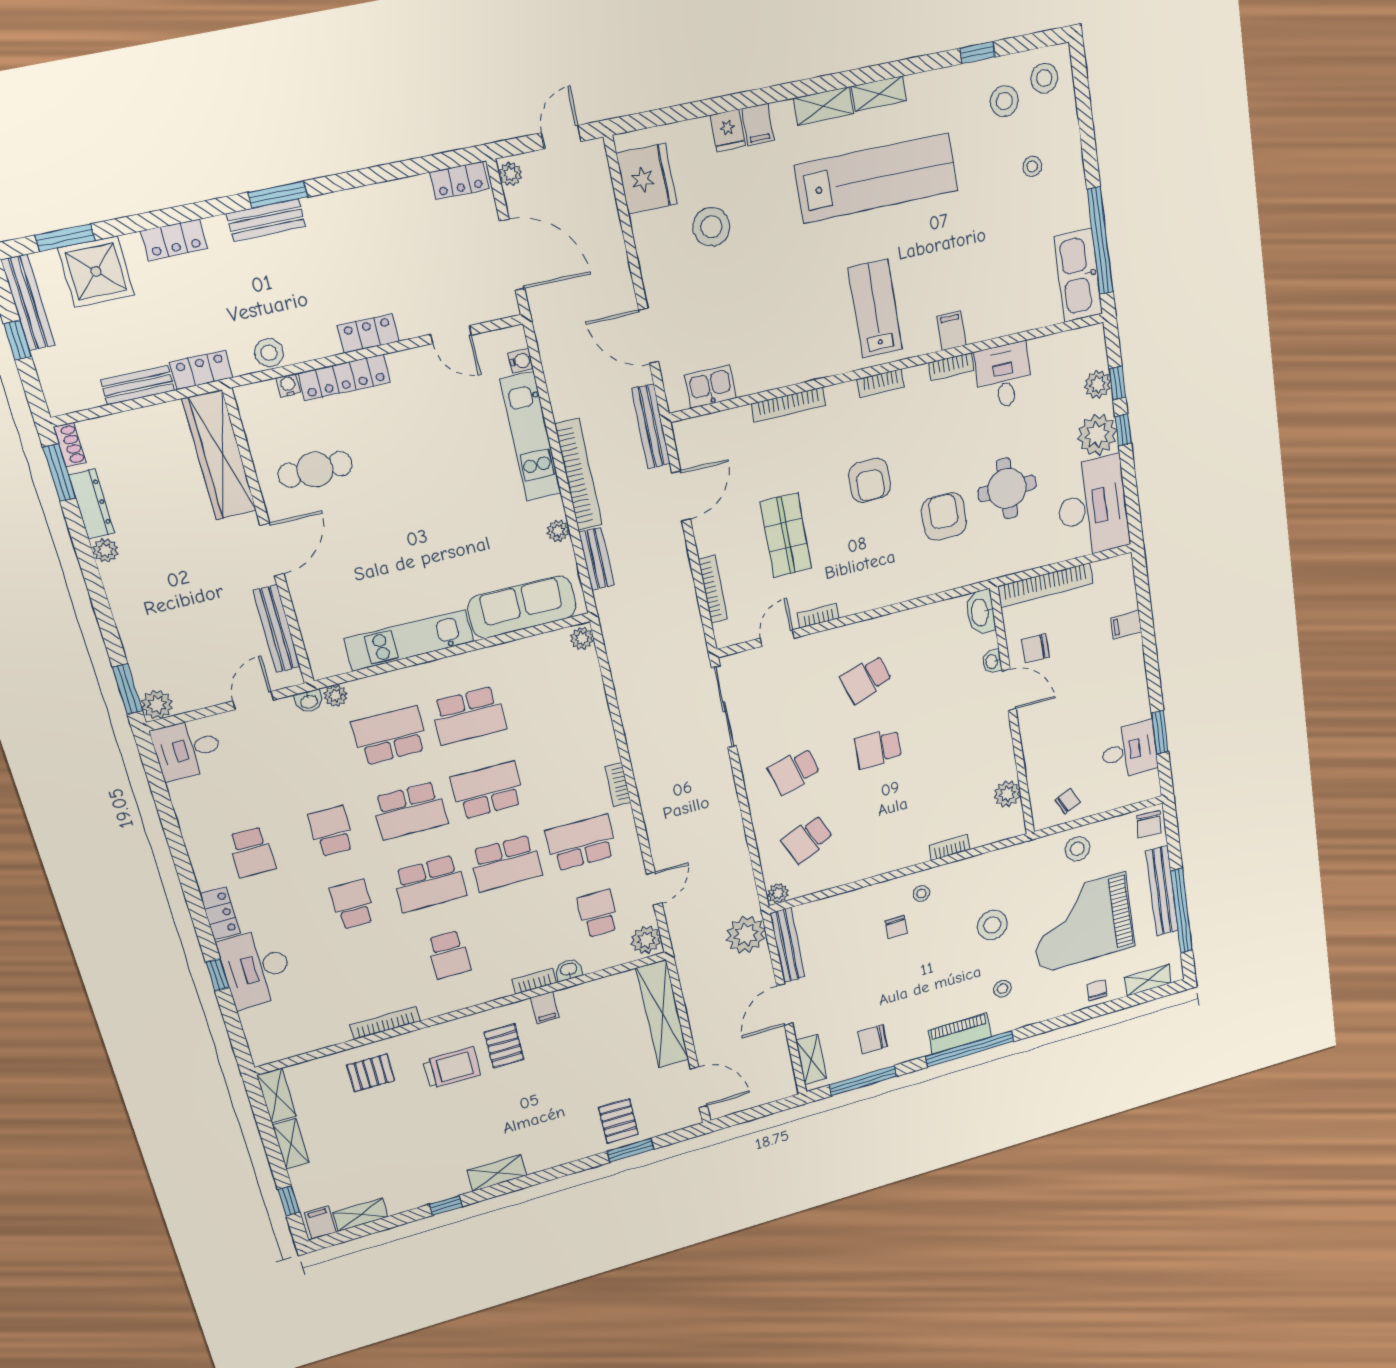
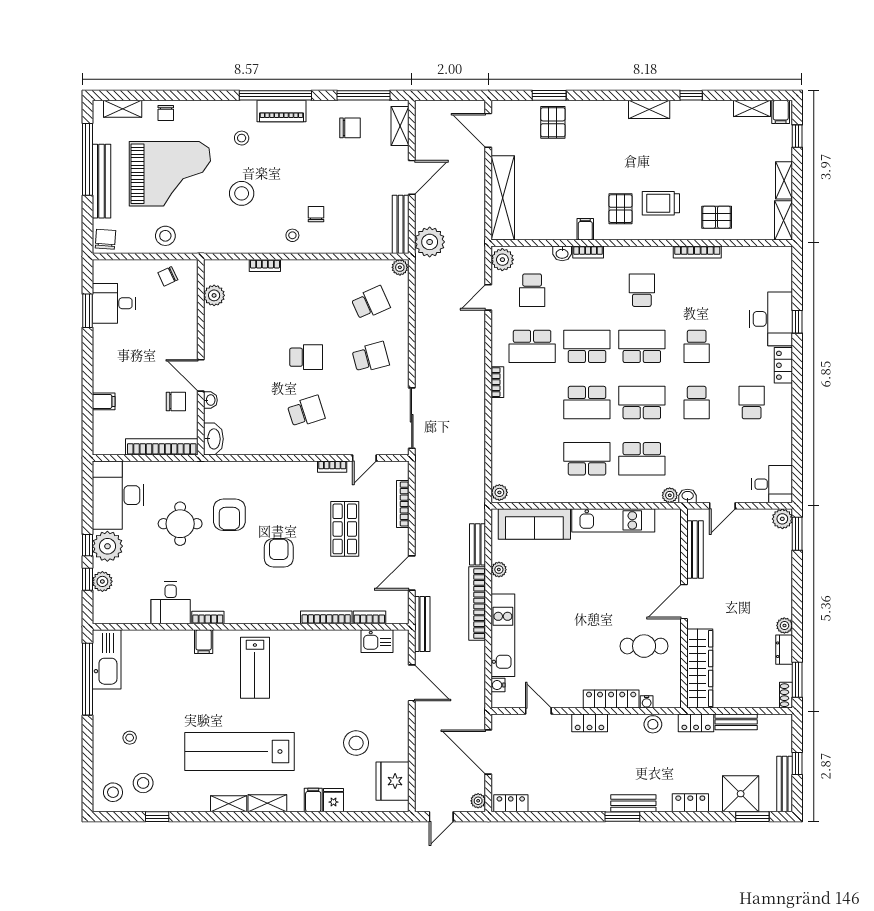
bookcase: (881, 383) -> (369, 617), moved
dresser: (92, 504) -> (784, 650), width x0.70

